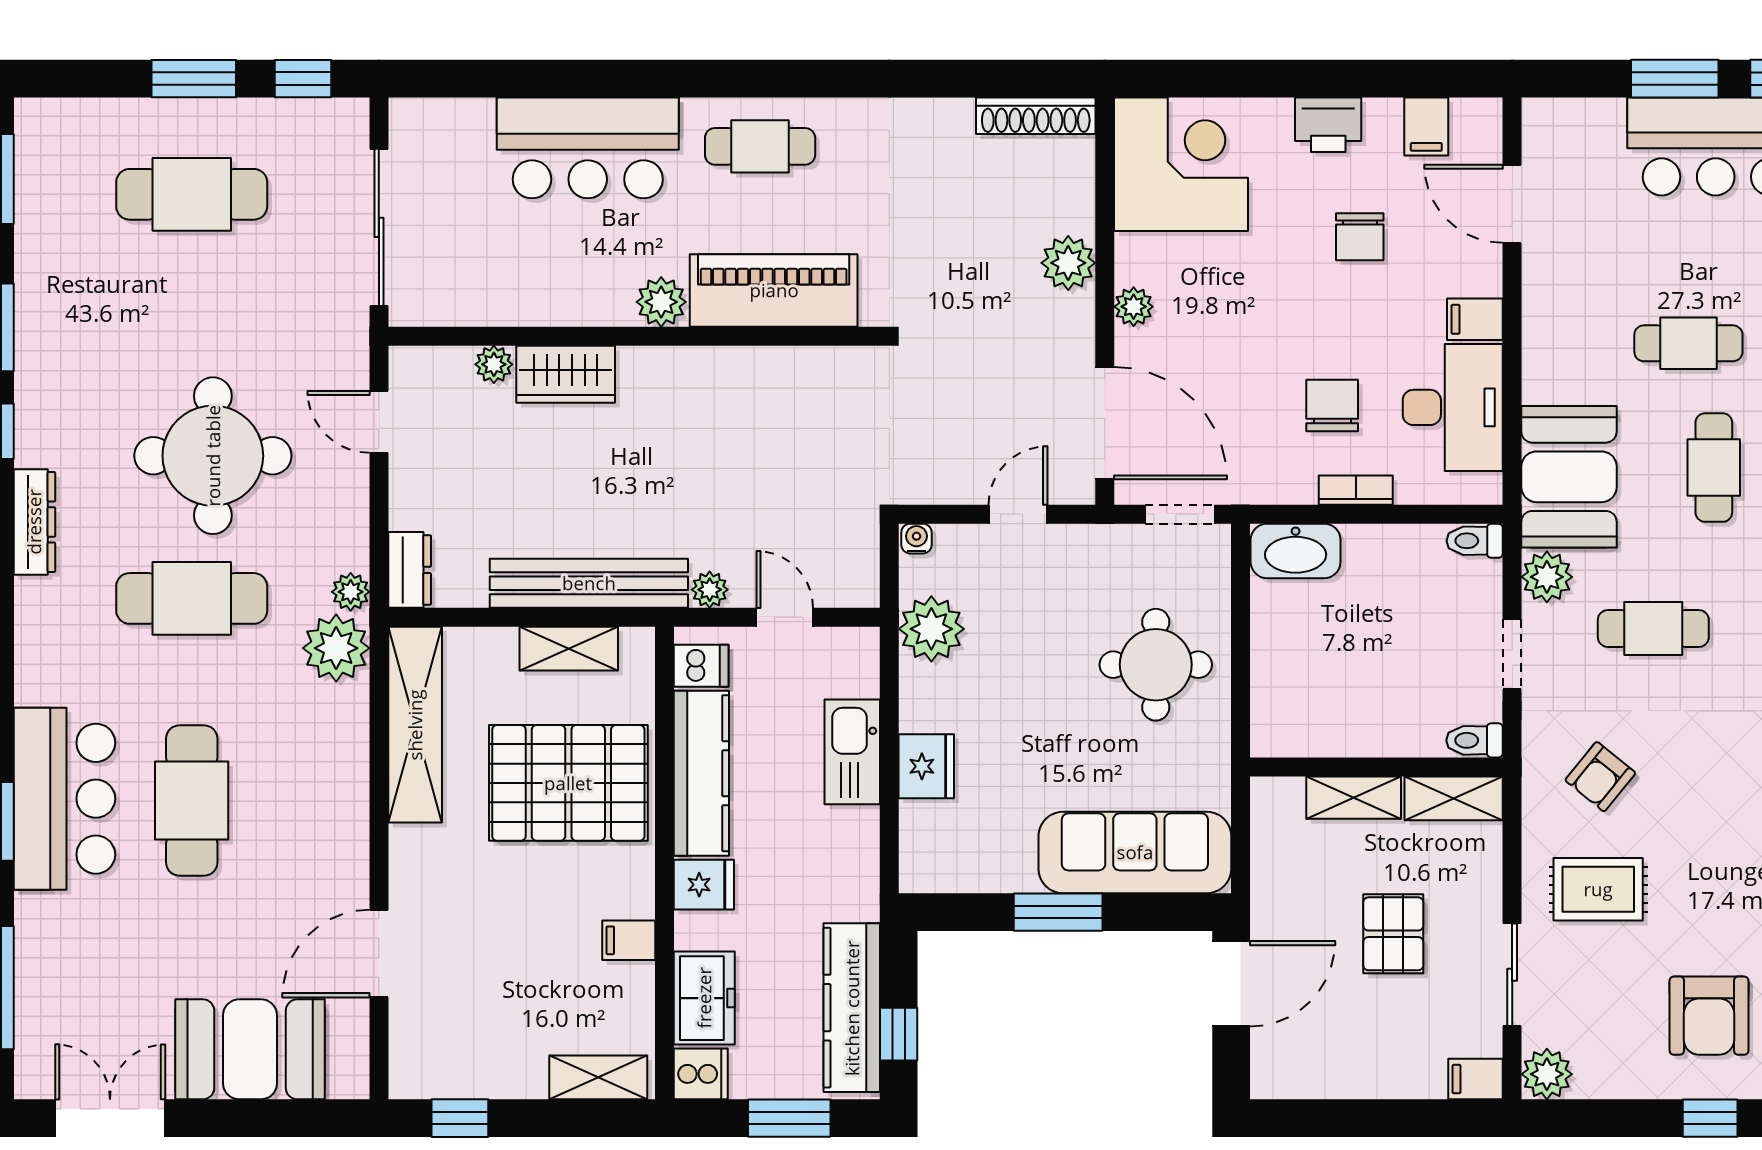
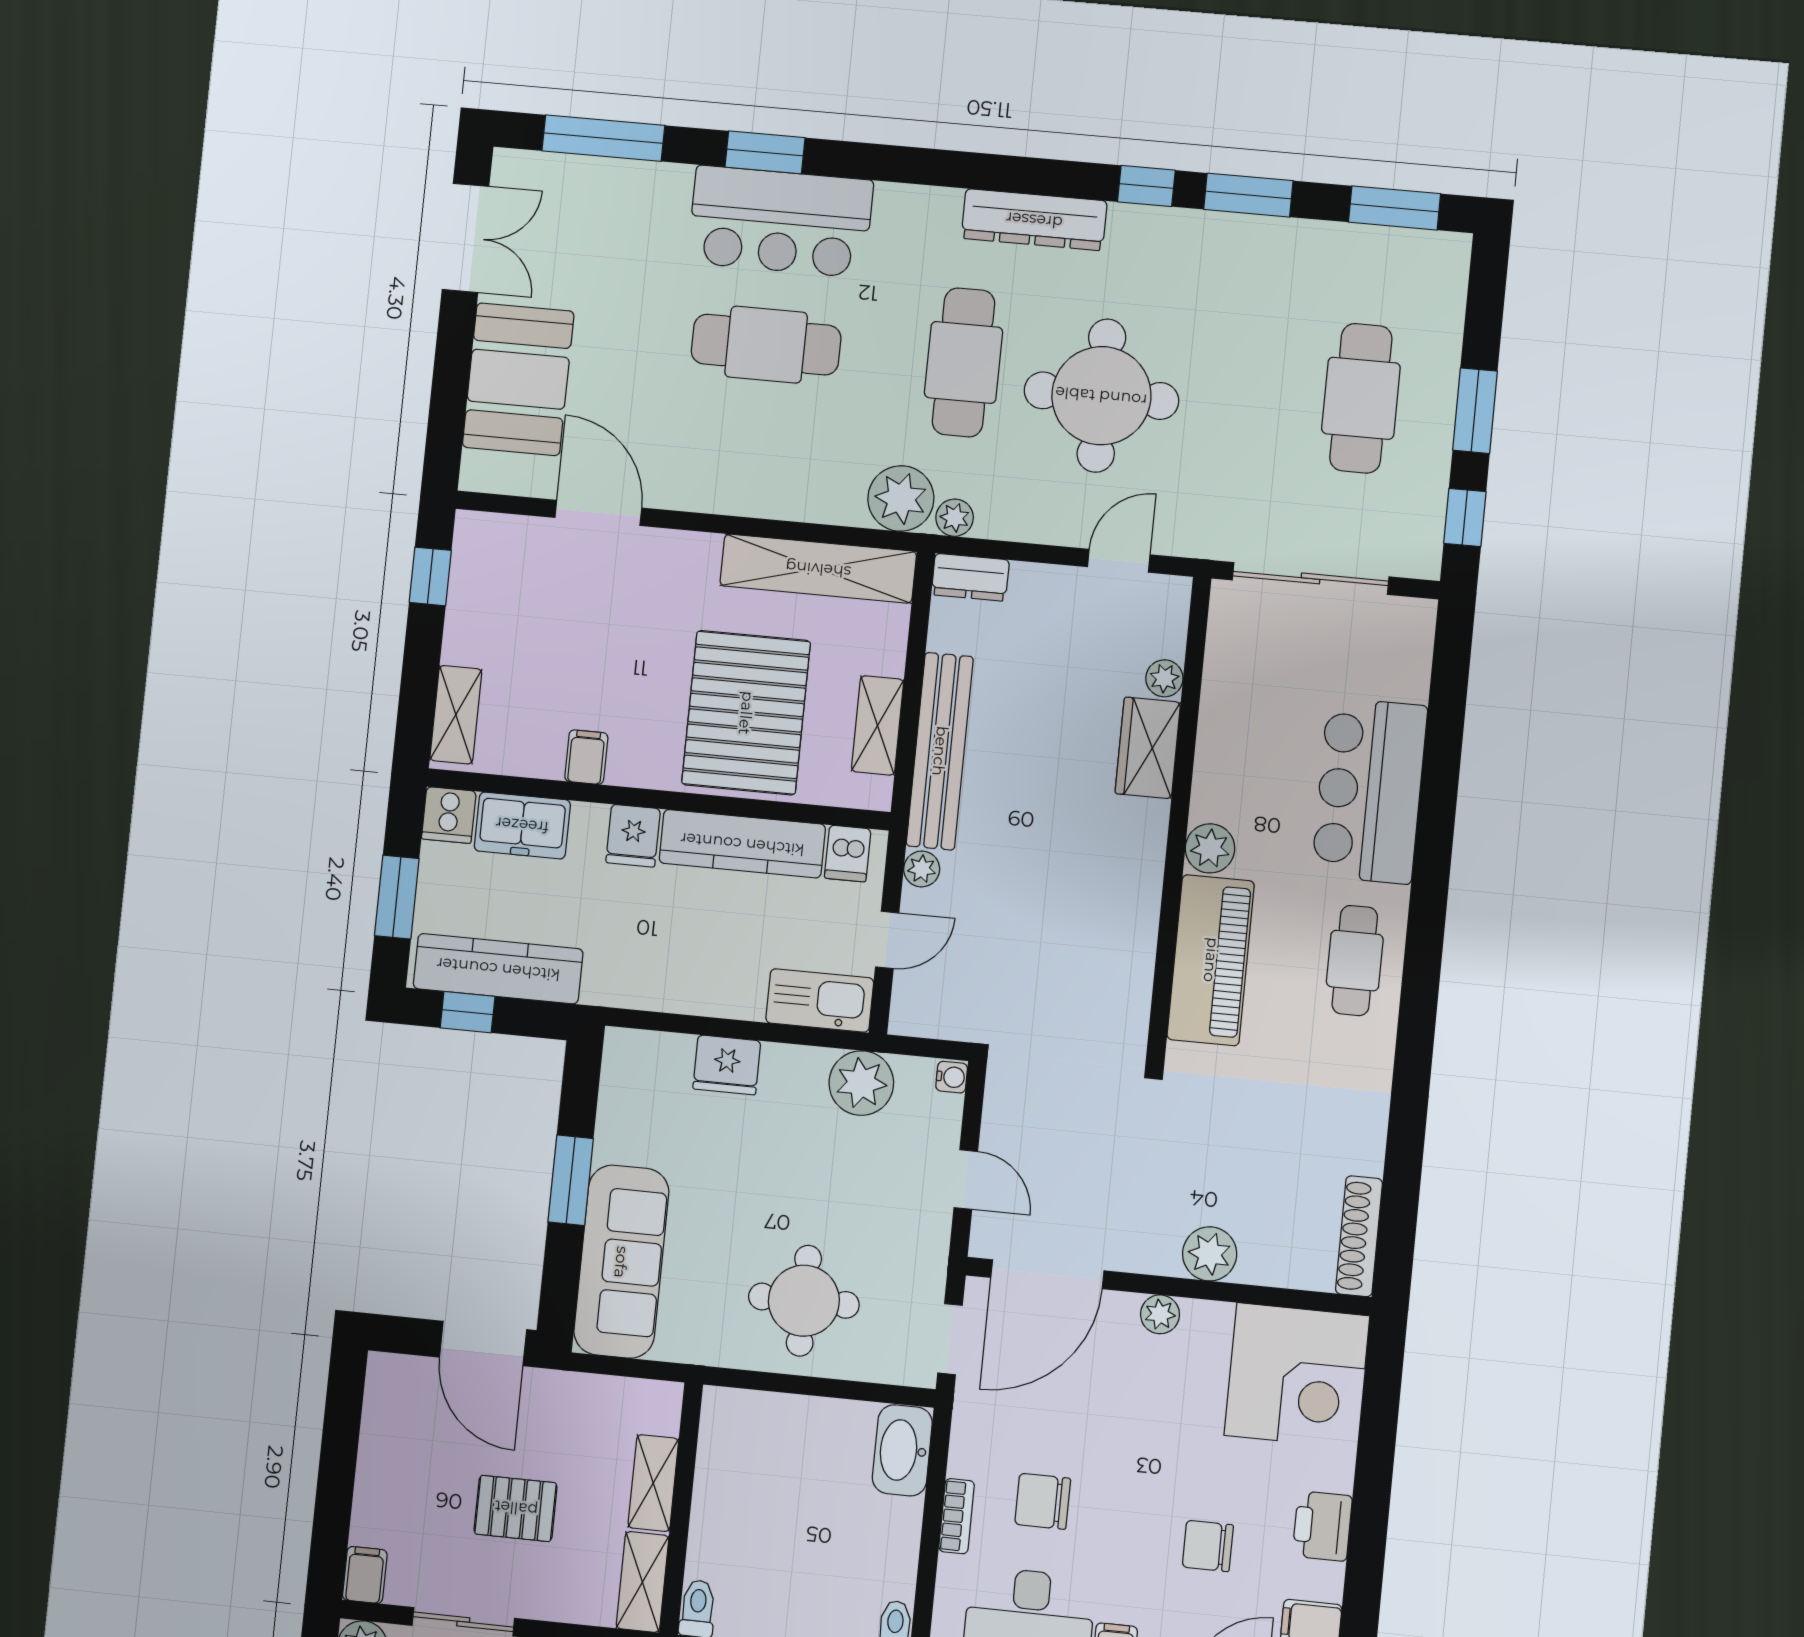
chair: (1332, 406) -> (1043, 1501), turned 180
dresser: (34, 522) -> (1034, 220), width x1.37, depth x1.24
kitchen sink: (852, 752) -> (820, 1000), moved

